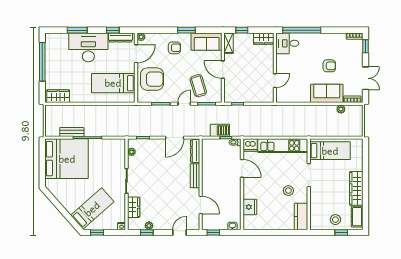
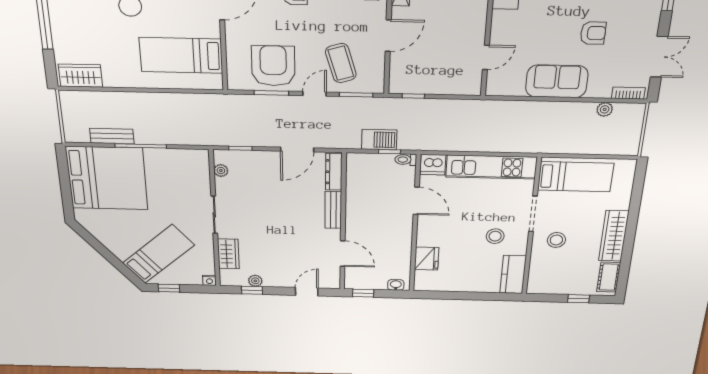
door: (223, 70) -> (388, 36), swing flipped
armchair: (152, 79) -> (273, 66), moved, turned -90
sofa: (327, 93) -> (557, 81), moved
stool: (335, 220) -> (556, 240), moved

